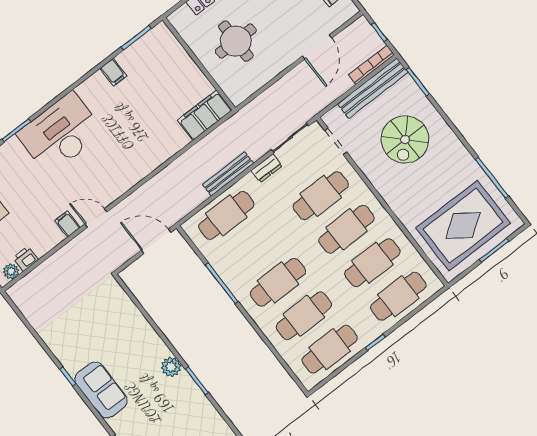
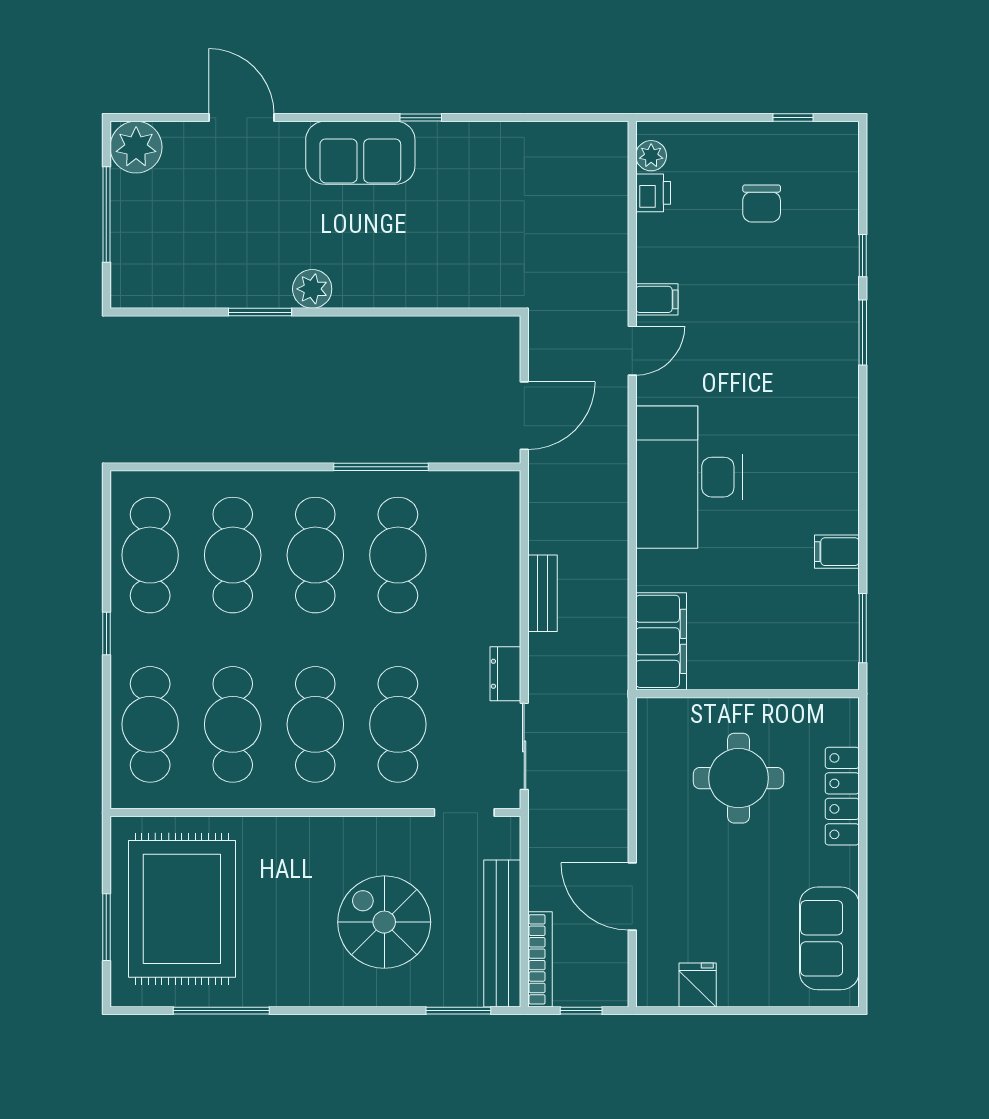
desk: (60, 133) -> (689, 477), moved, turned 180
bench: (228, 174) -> (542, 593), width x0.73
cafe table: (226, 215) -> (398, 555), moved

